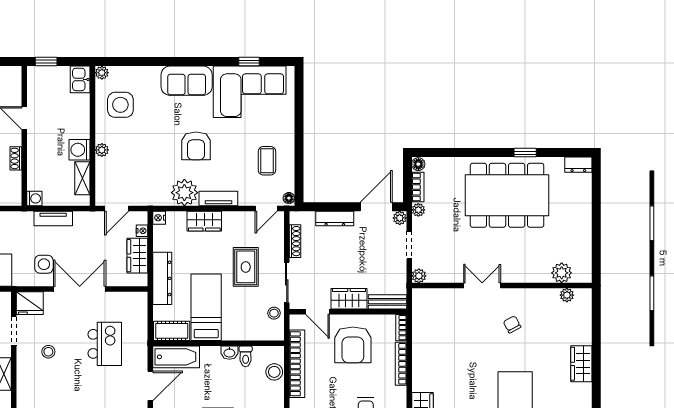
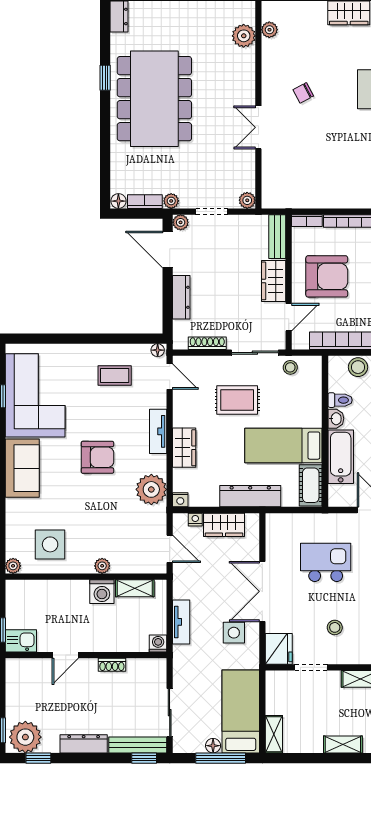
kitchen sink: (80, 79) -> (21, 641), moved, turned 180
plant: (184, 193) -> (151, 489), moved
bathtub: (176, 357) -> (341, 457), moved

